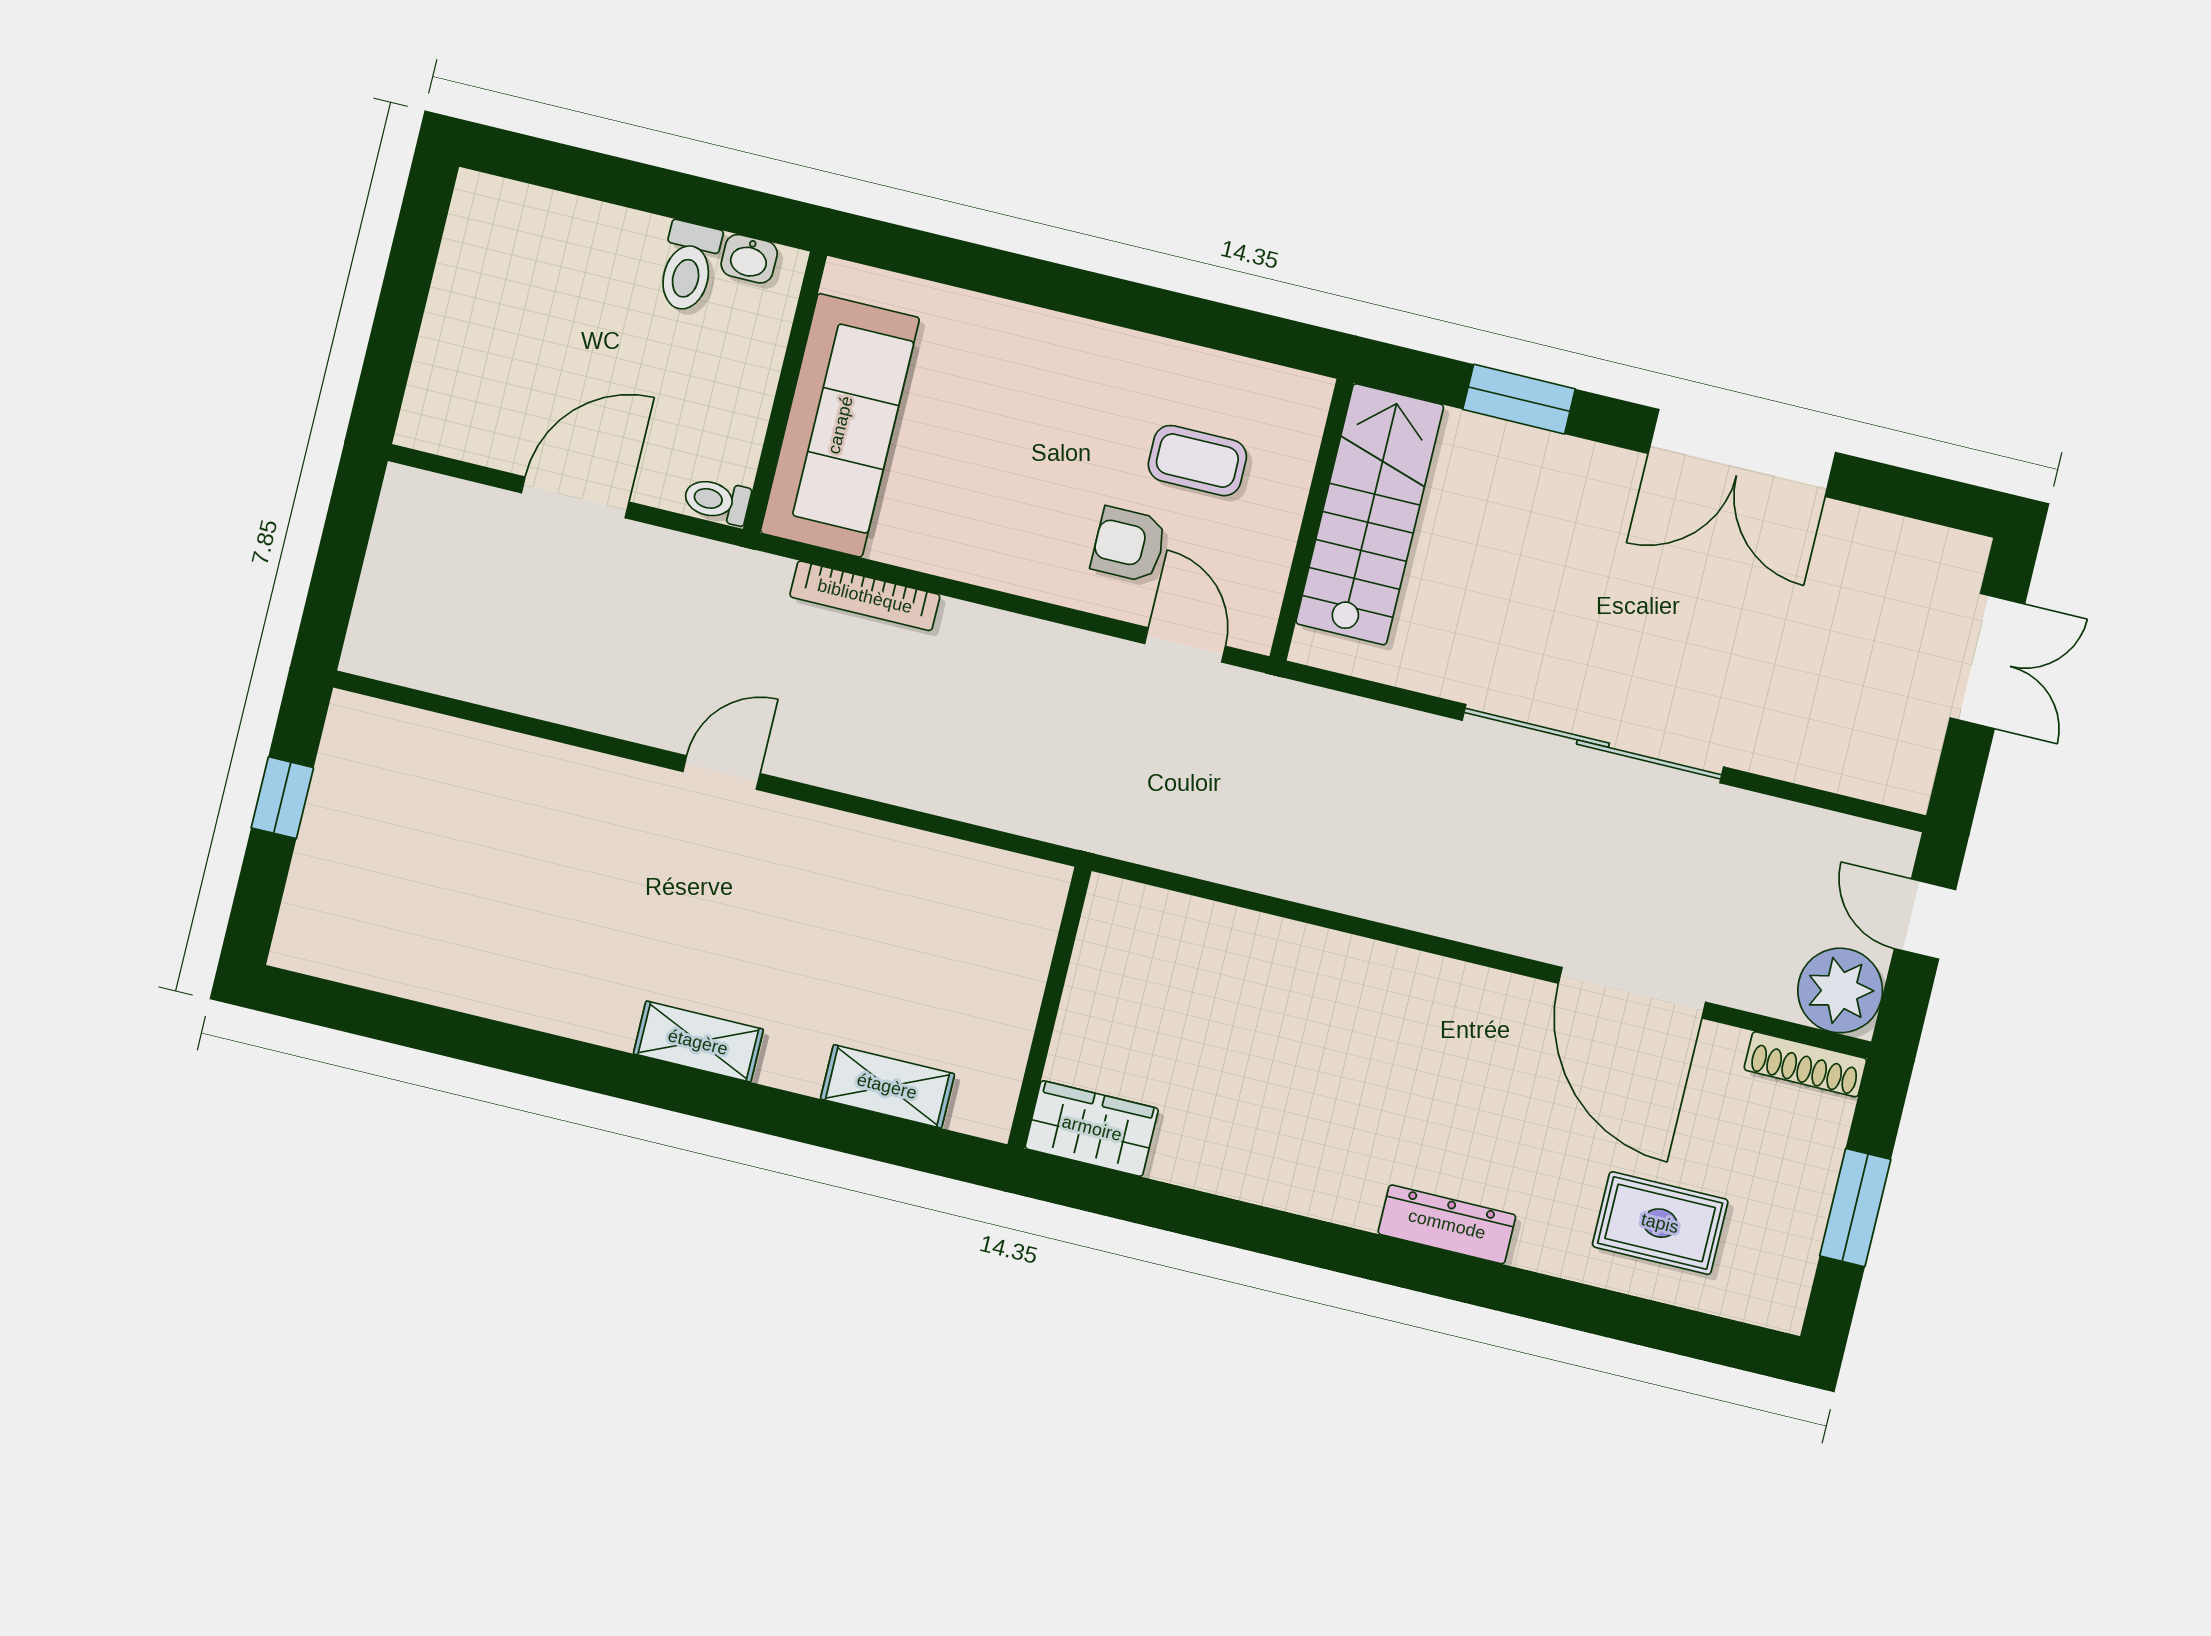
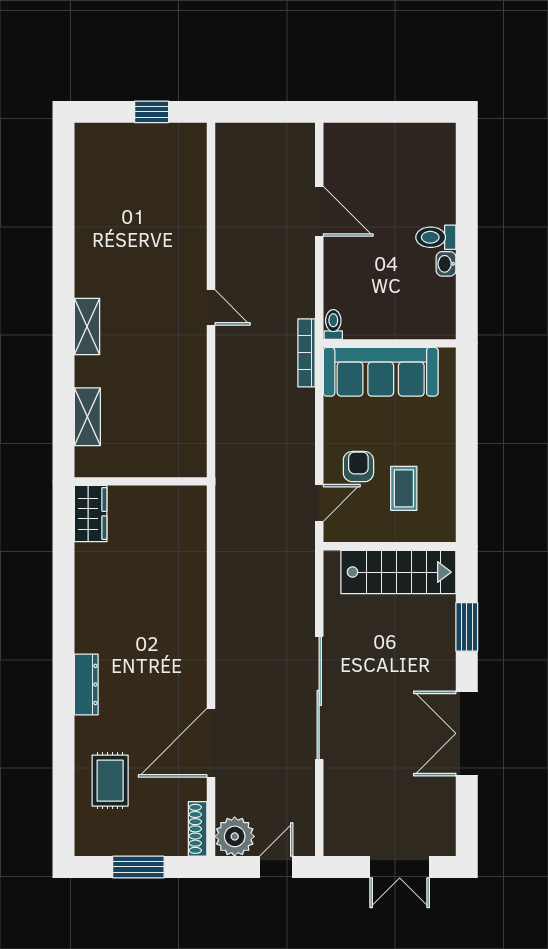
wall: (785, 392) -> (390, 343), moved
sofa: (840, 425) -> (381, 372), moved
toilet: (717, 501) -> (333, 324), moved

